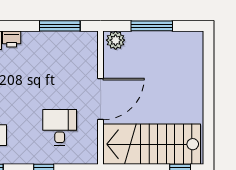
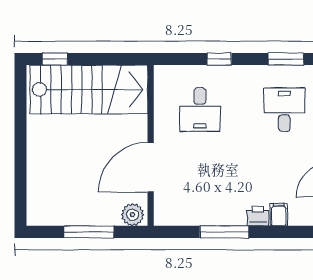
window: (60, 26) -> (224, 232), moved
door: (101, 99) -> (151, 167), moved

